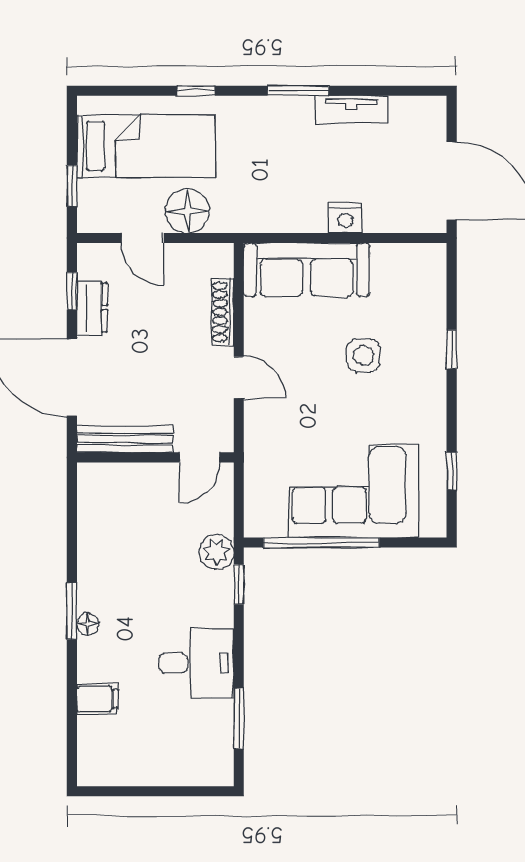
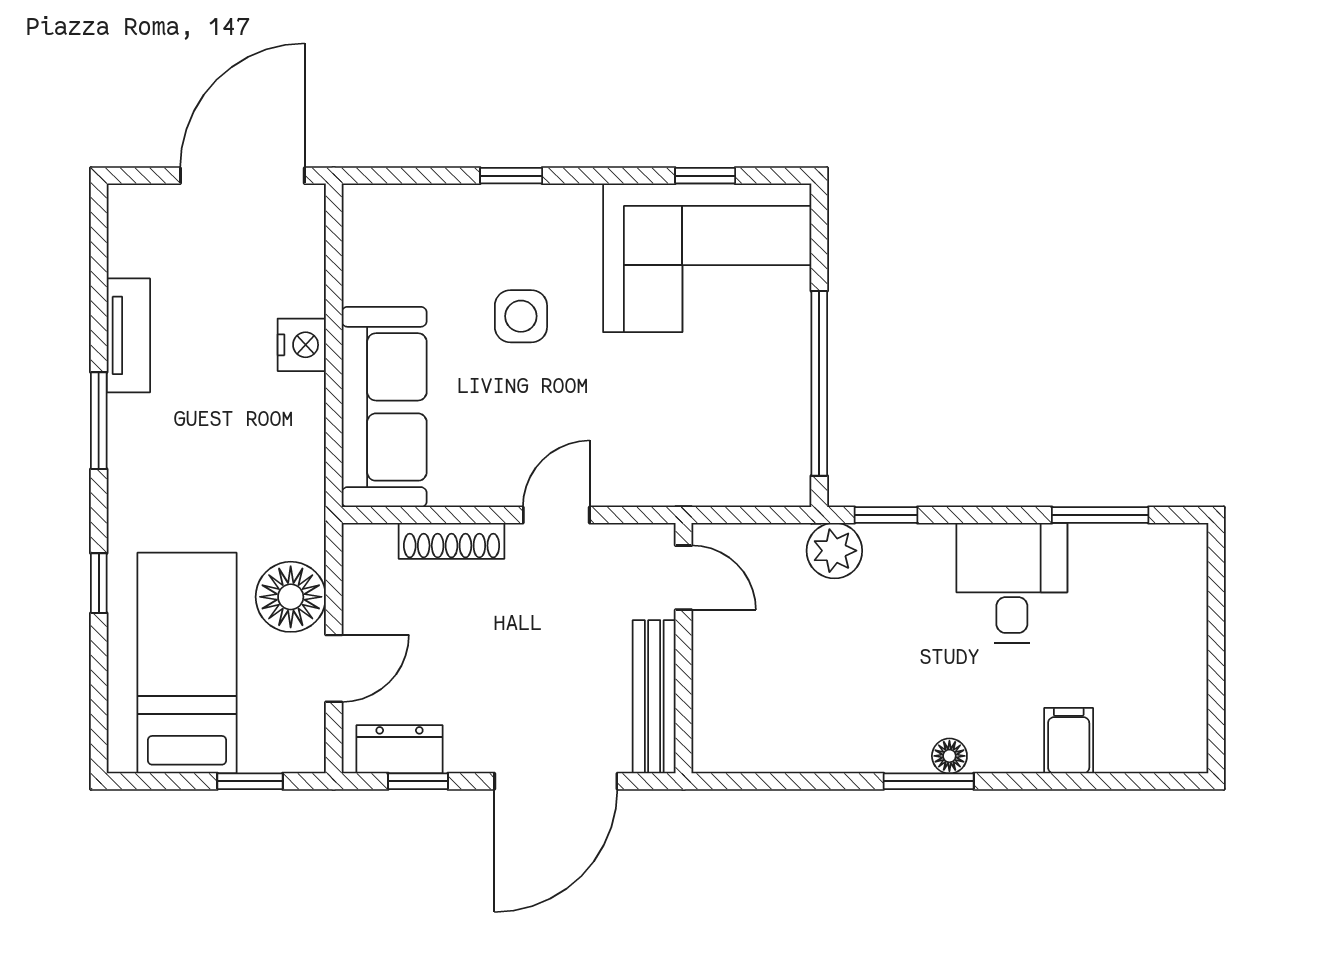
dresser: (92, 308) -> (400, 749), moved
corner sofa: (353, 491) -> (707, 258), moved, turned -90

